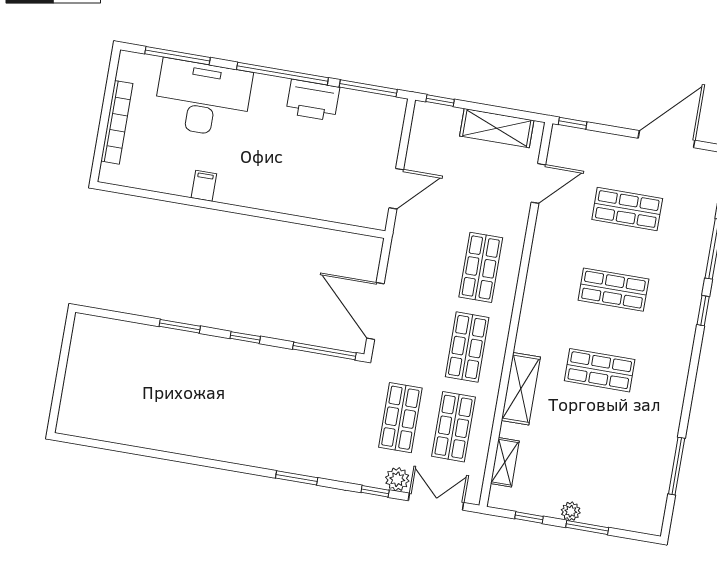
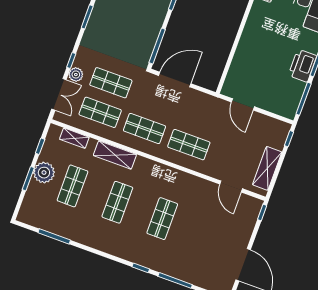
shop shelf: (627, 209) -> (72, 186), moved
plant: (571, 511) -> (44, 173), width x1.87, depth x1.87

